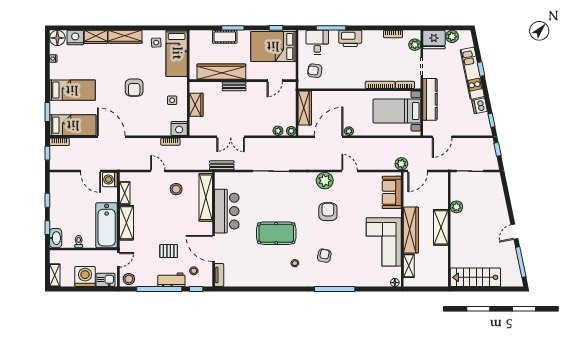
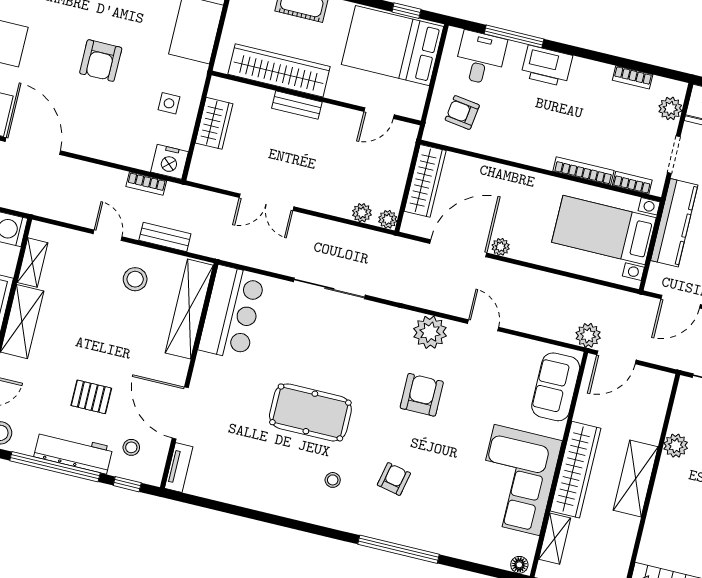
bench: (222, 165) -> (165, 237), moved
bar counter: (227, 211) -> (232, 313), moved
workbench: (171, 280) -> (73, 452), width x1.38

